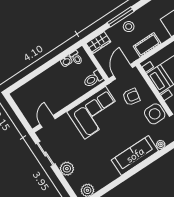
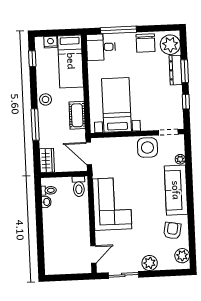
stool: (129, 27) -> (46, 99), moved
armchair: (131, 97) -> (172, 231), moved
door: (48, 121) -> (93, 254), swing flipped

